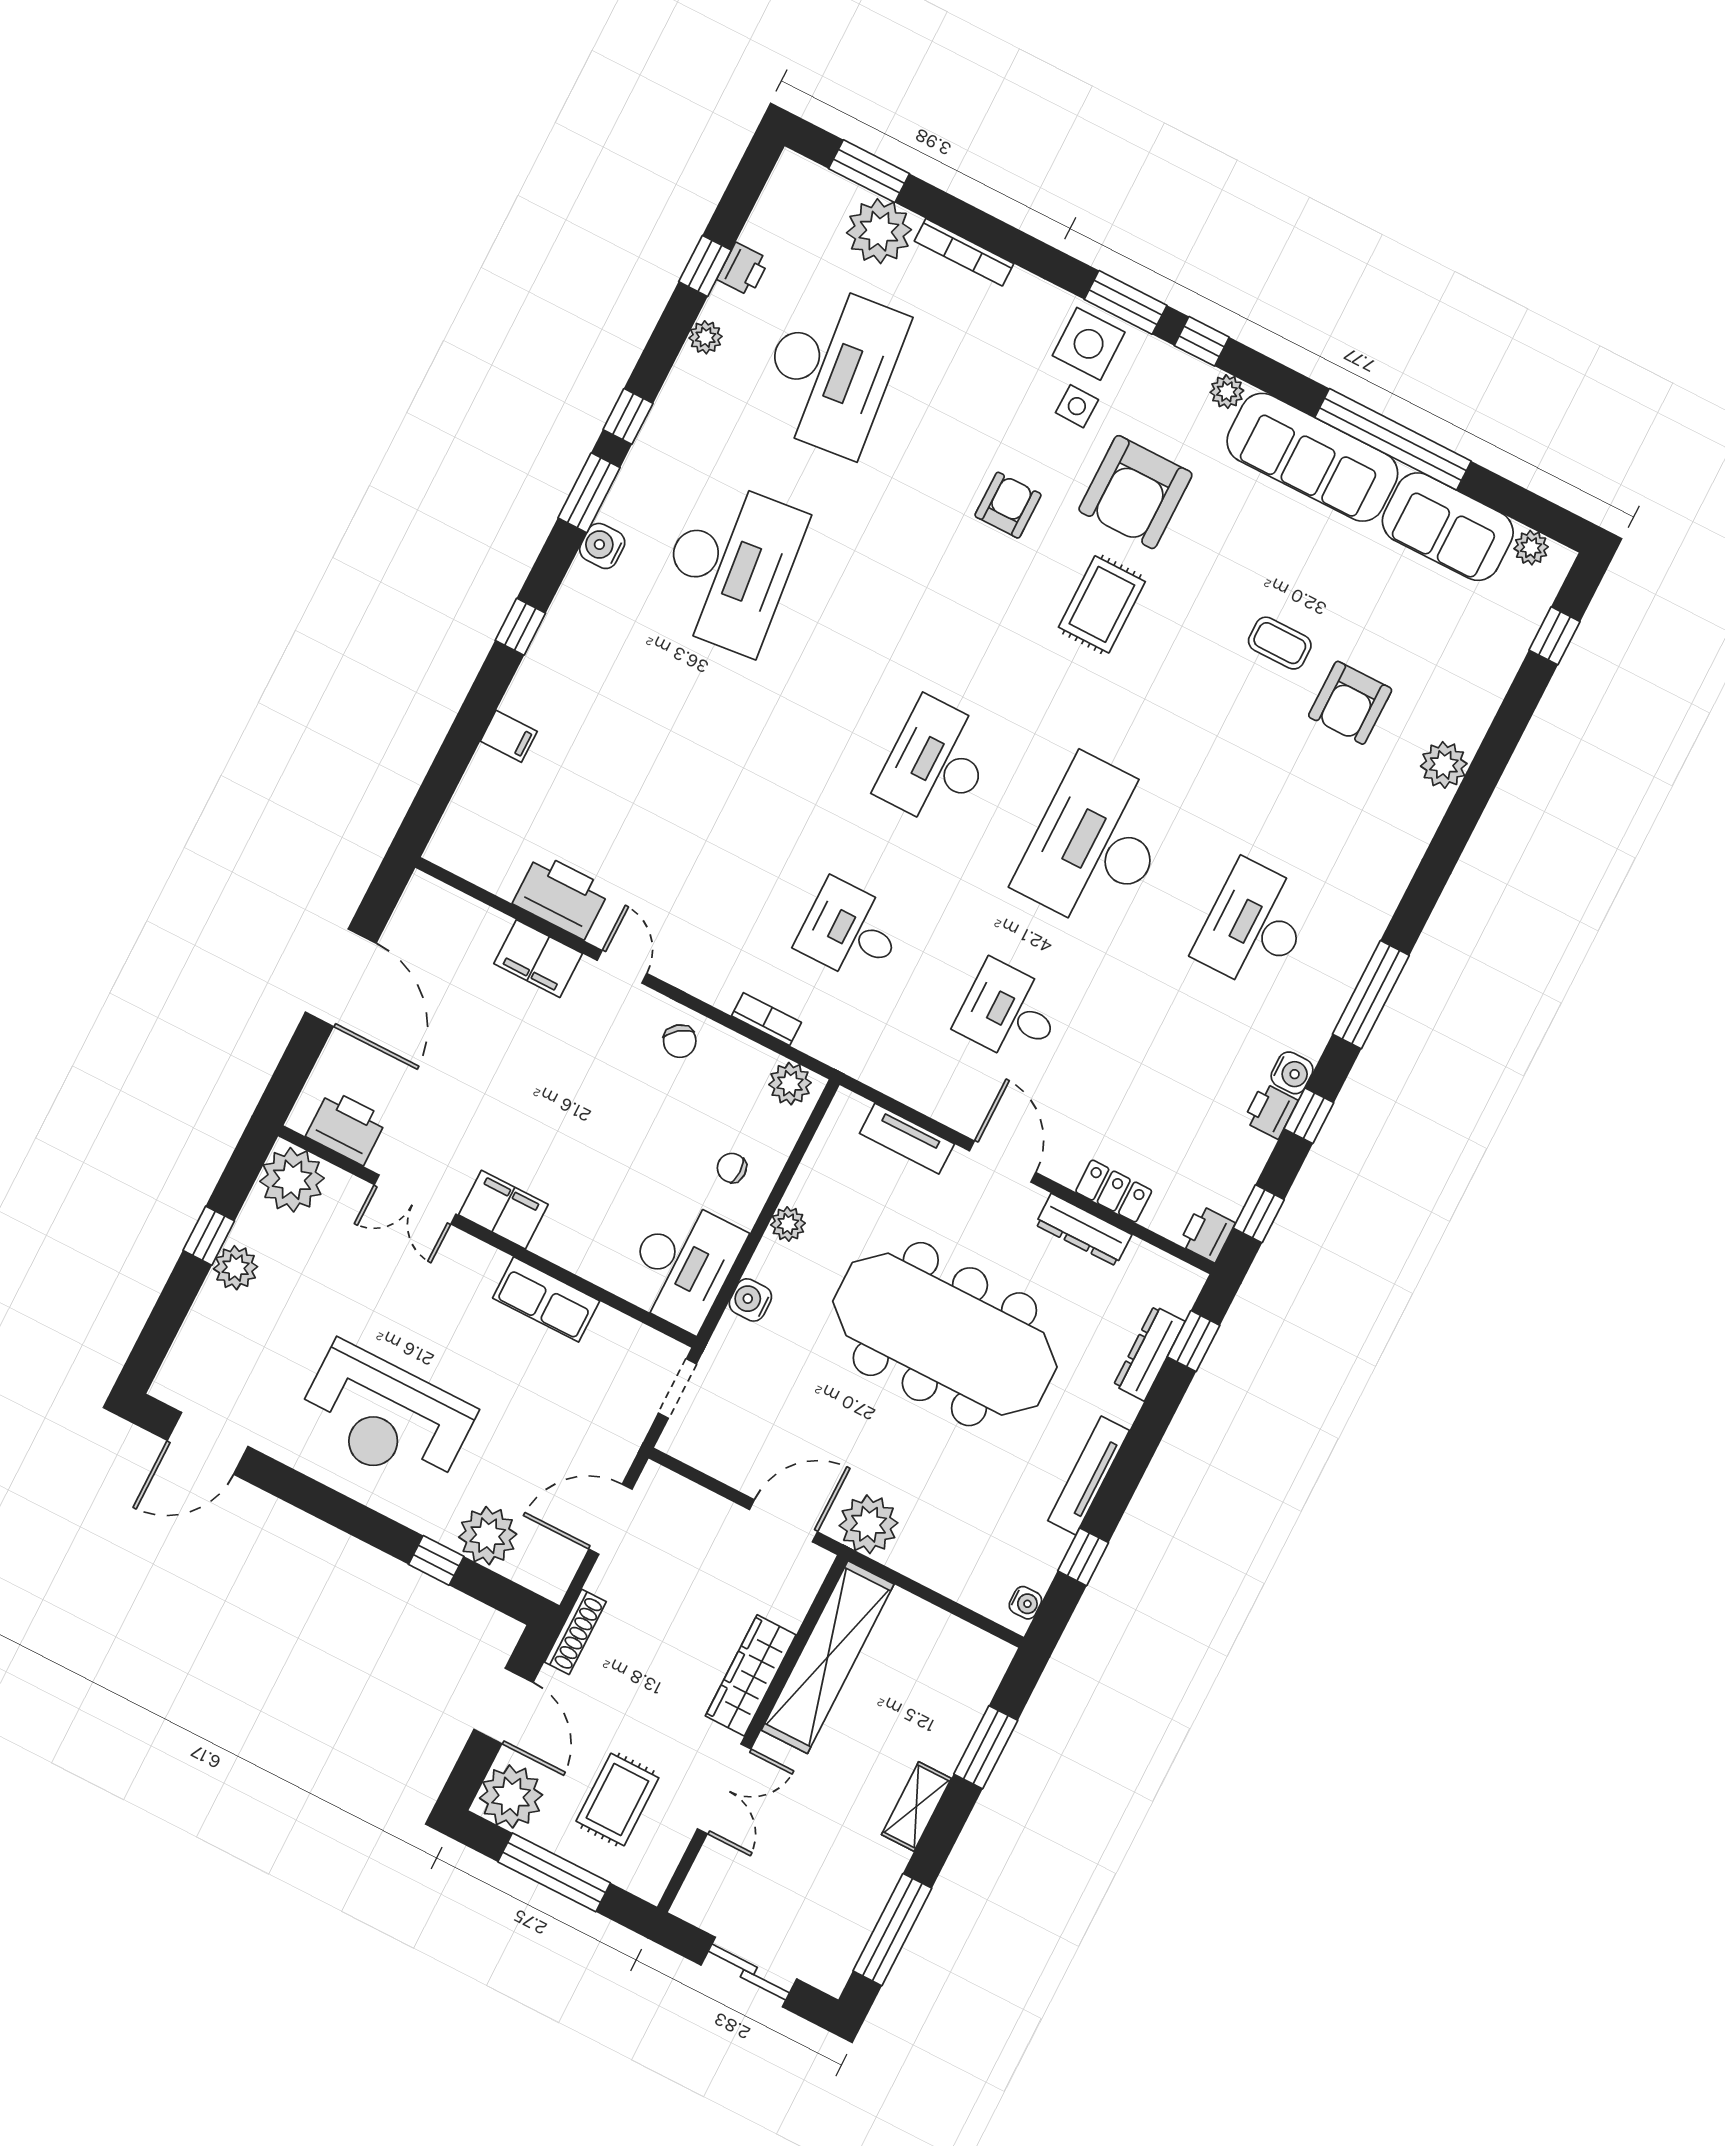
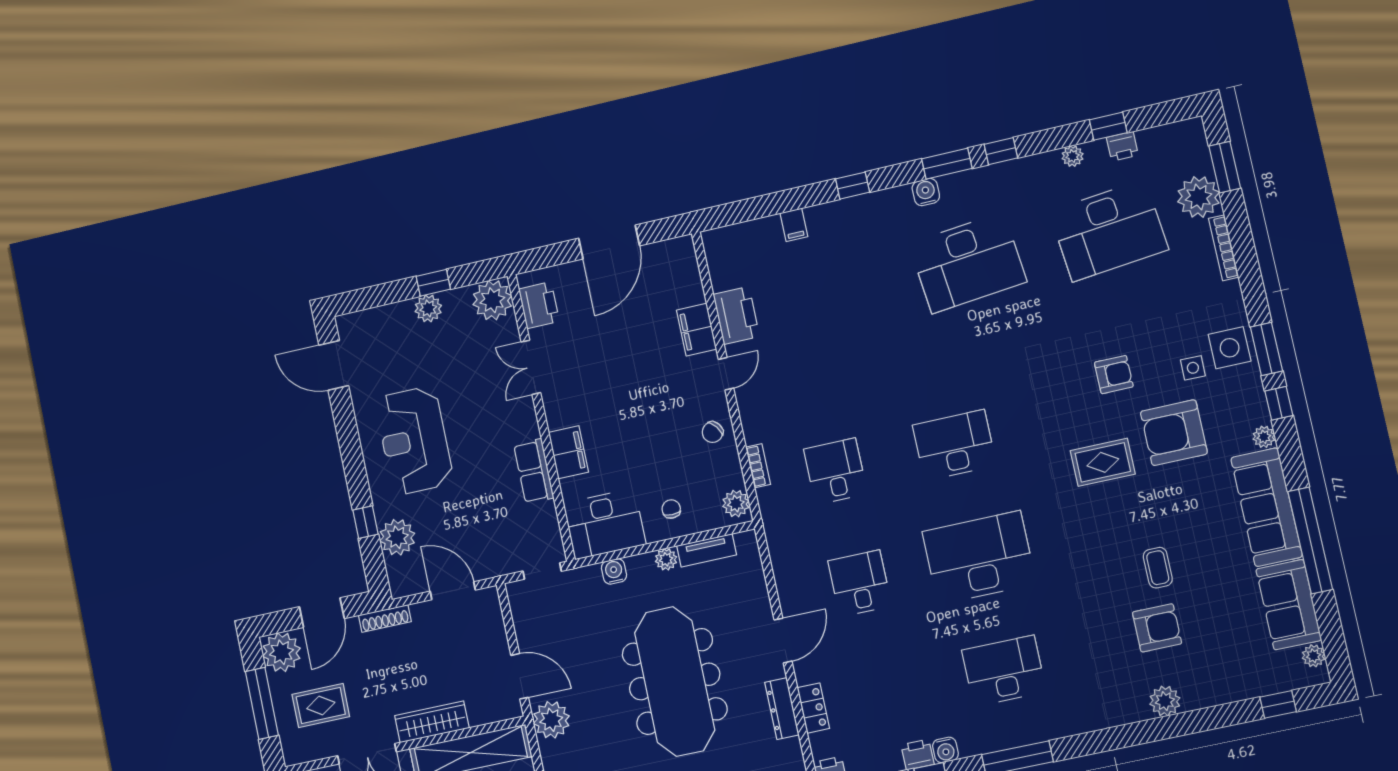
armchair: (1350, 703) -> (1157, 628), turned 180
tv unit: (907, 1139) -> (707, 550), moved, turned -90
filing cabinet: (503, 1210) -> (568, 452), moved

